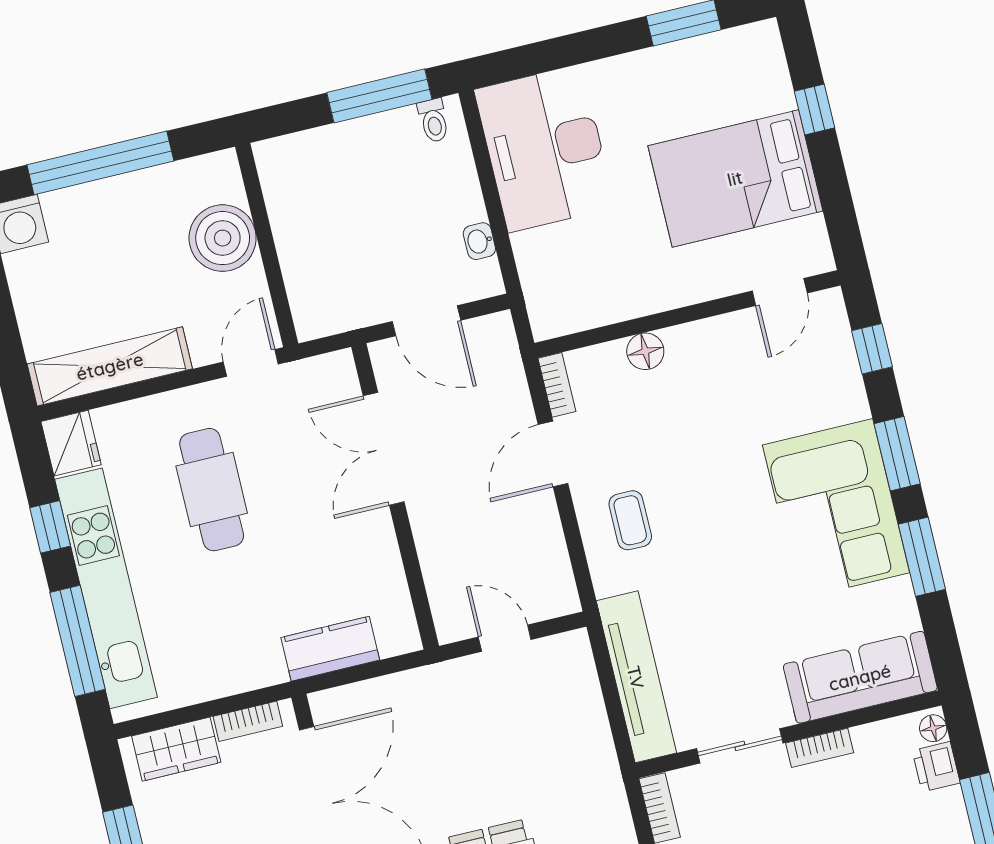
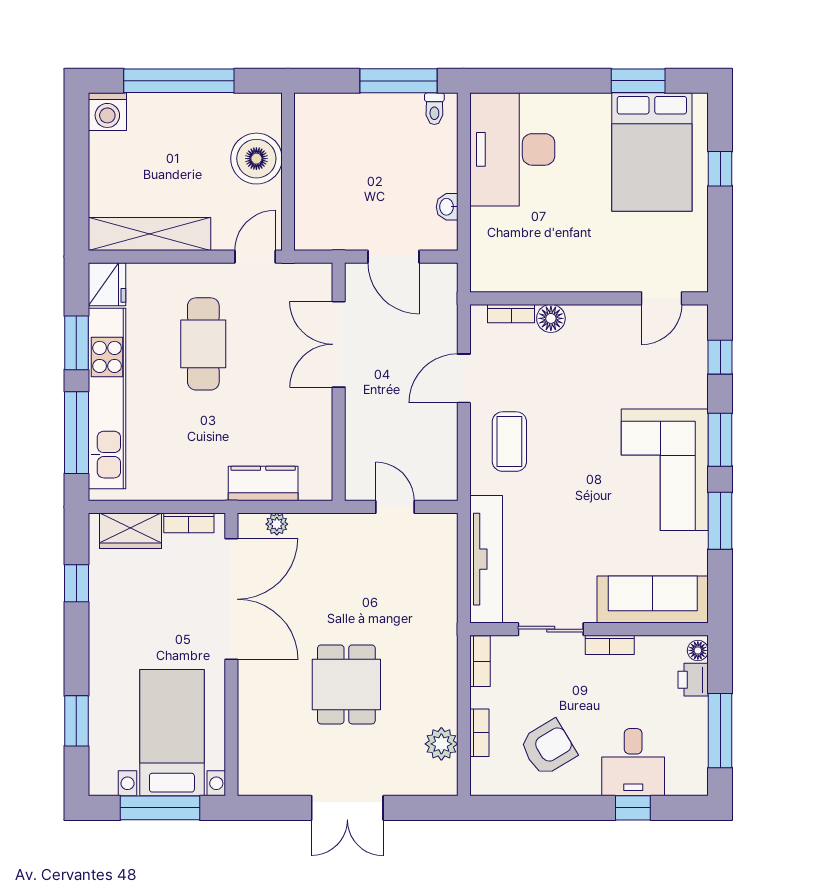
bed: (735, 178) -> (652, 152), moved, turned -90
bookcase: (557, 385) -> (511, 314), moved, turned 90
coffee table: (630, 520) -> (509, 442), width x1.36, depth x1.30
window: (50, 527) -> (76, 343), width x1.50
plant: (360, 696) -> (277, 524), added

